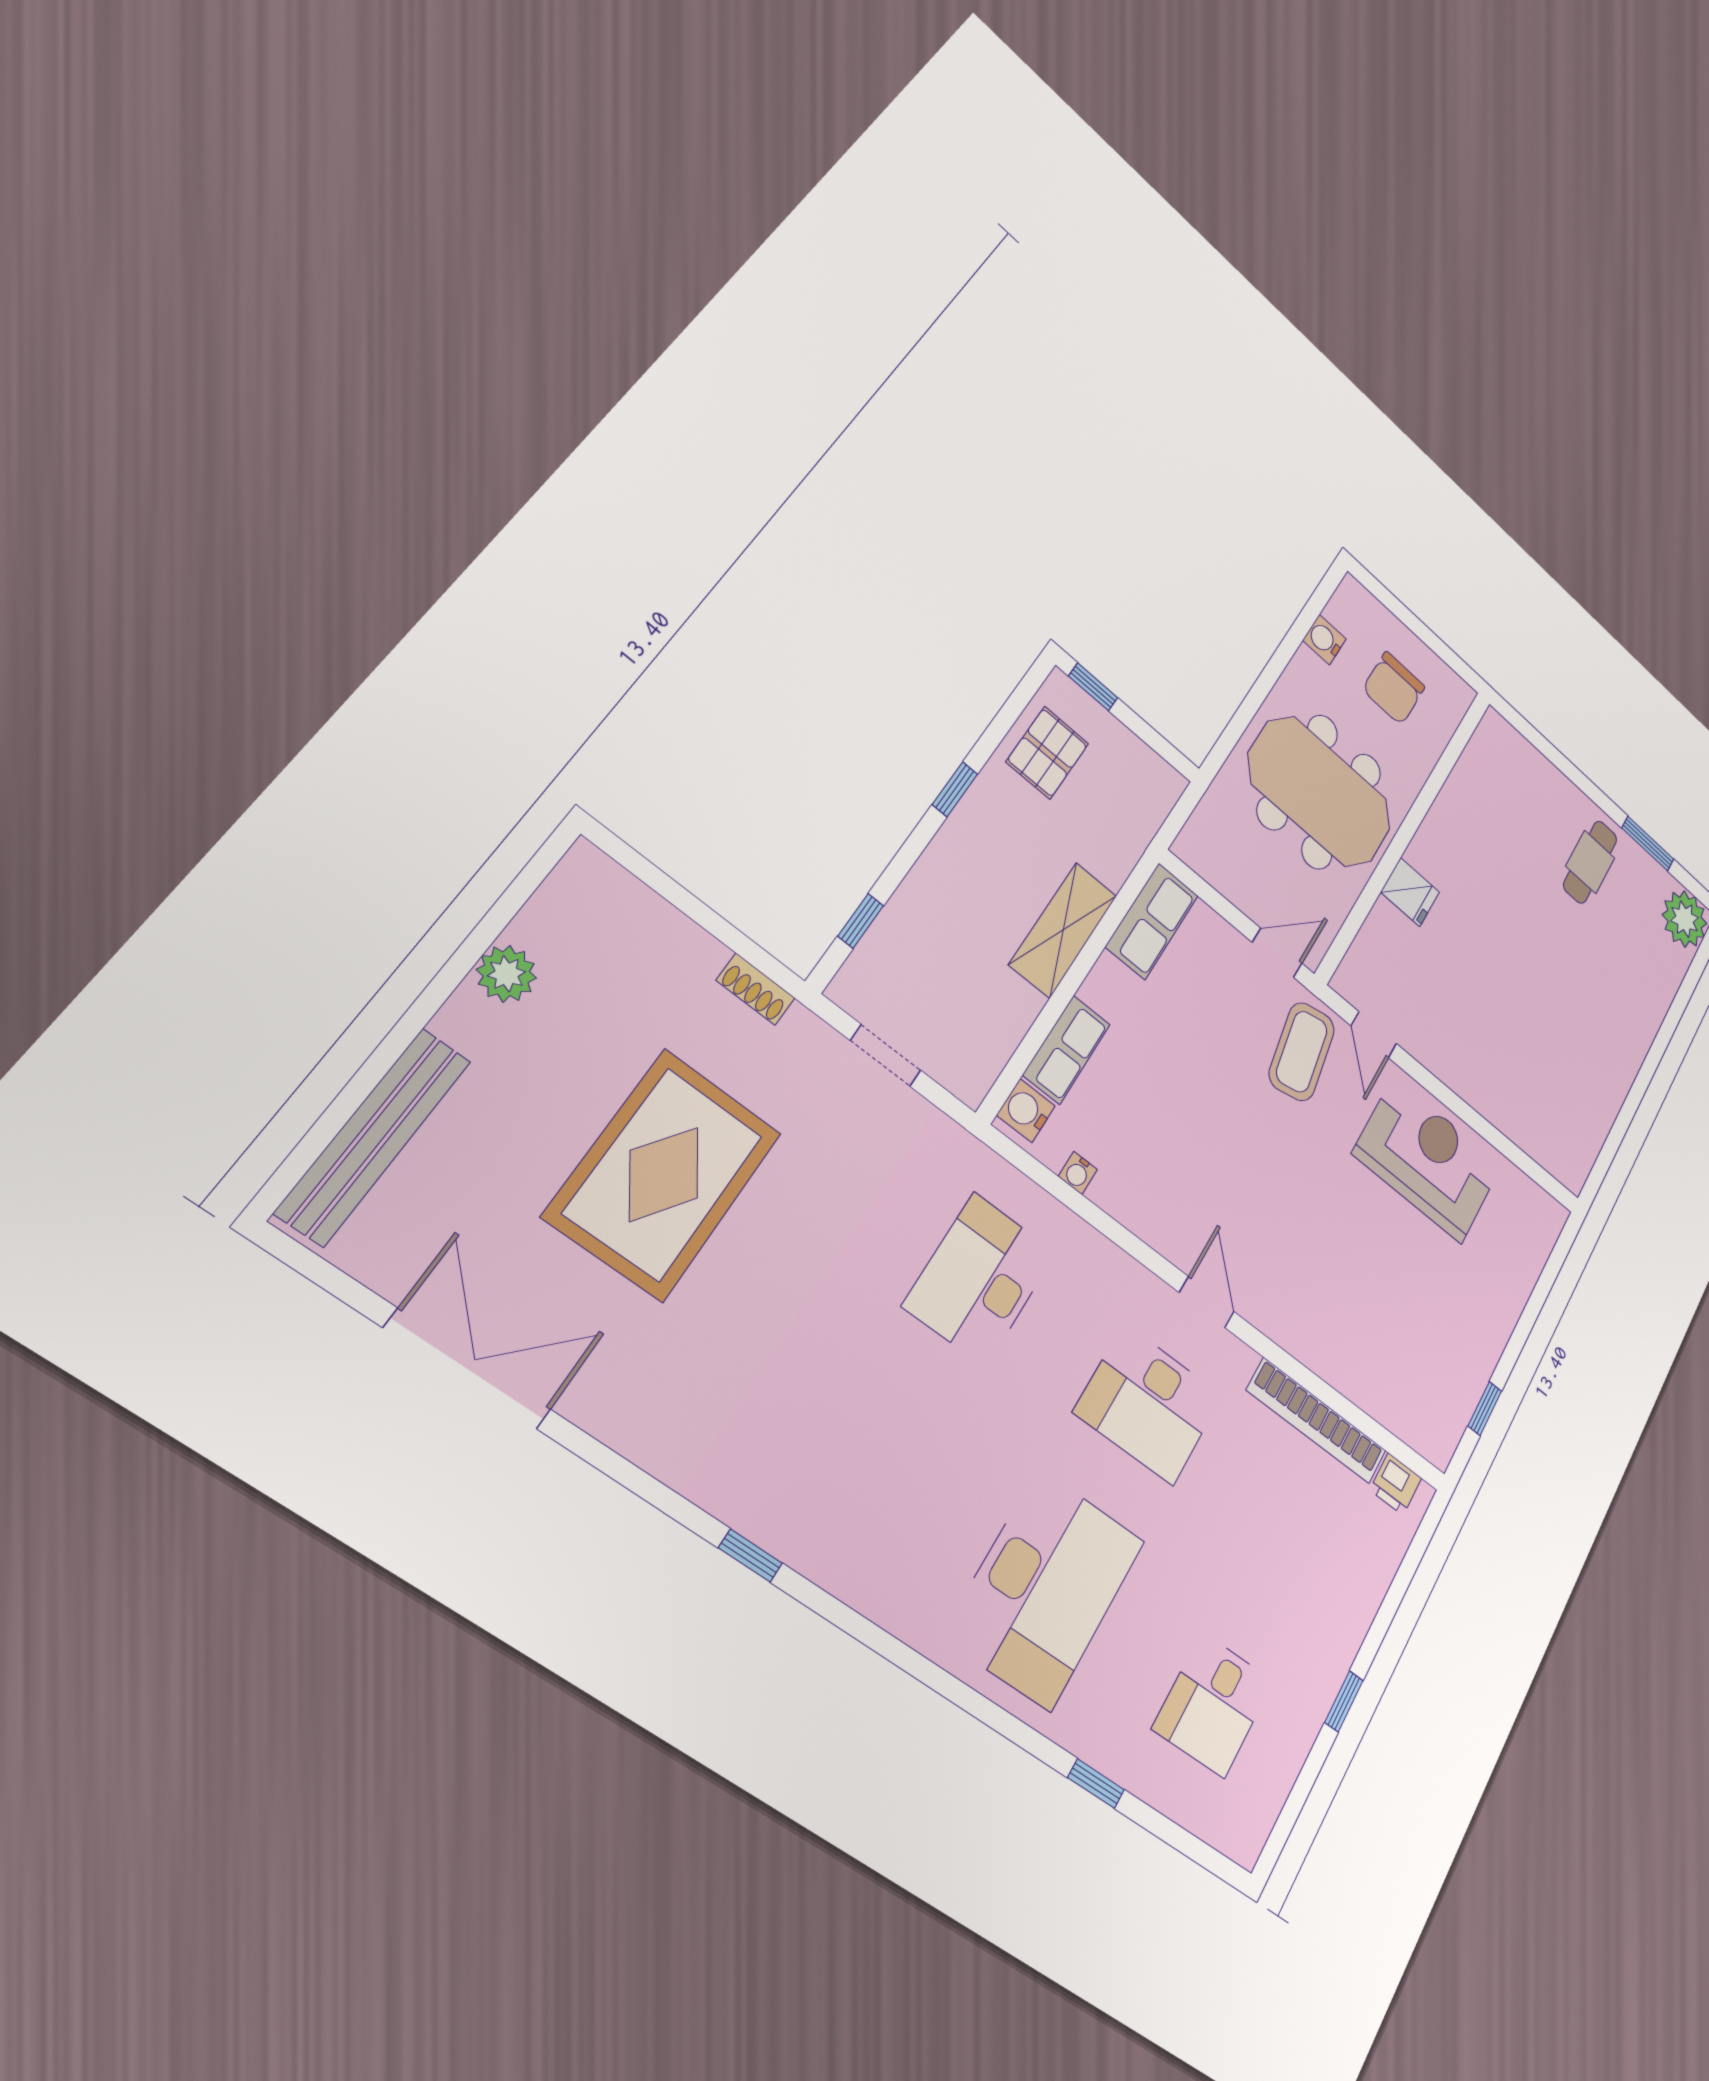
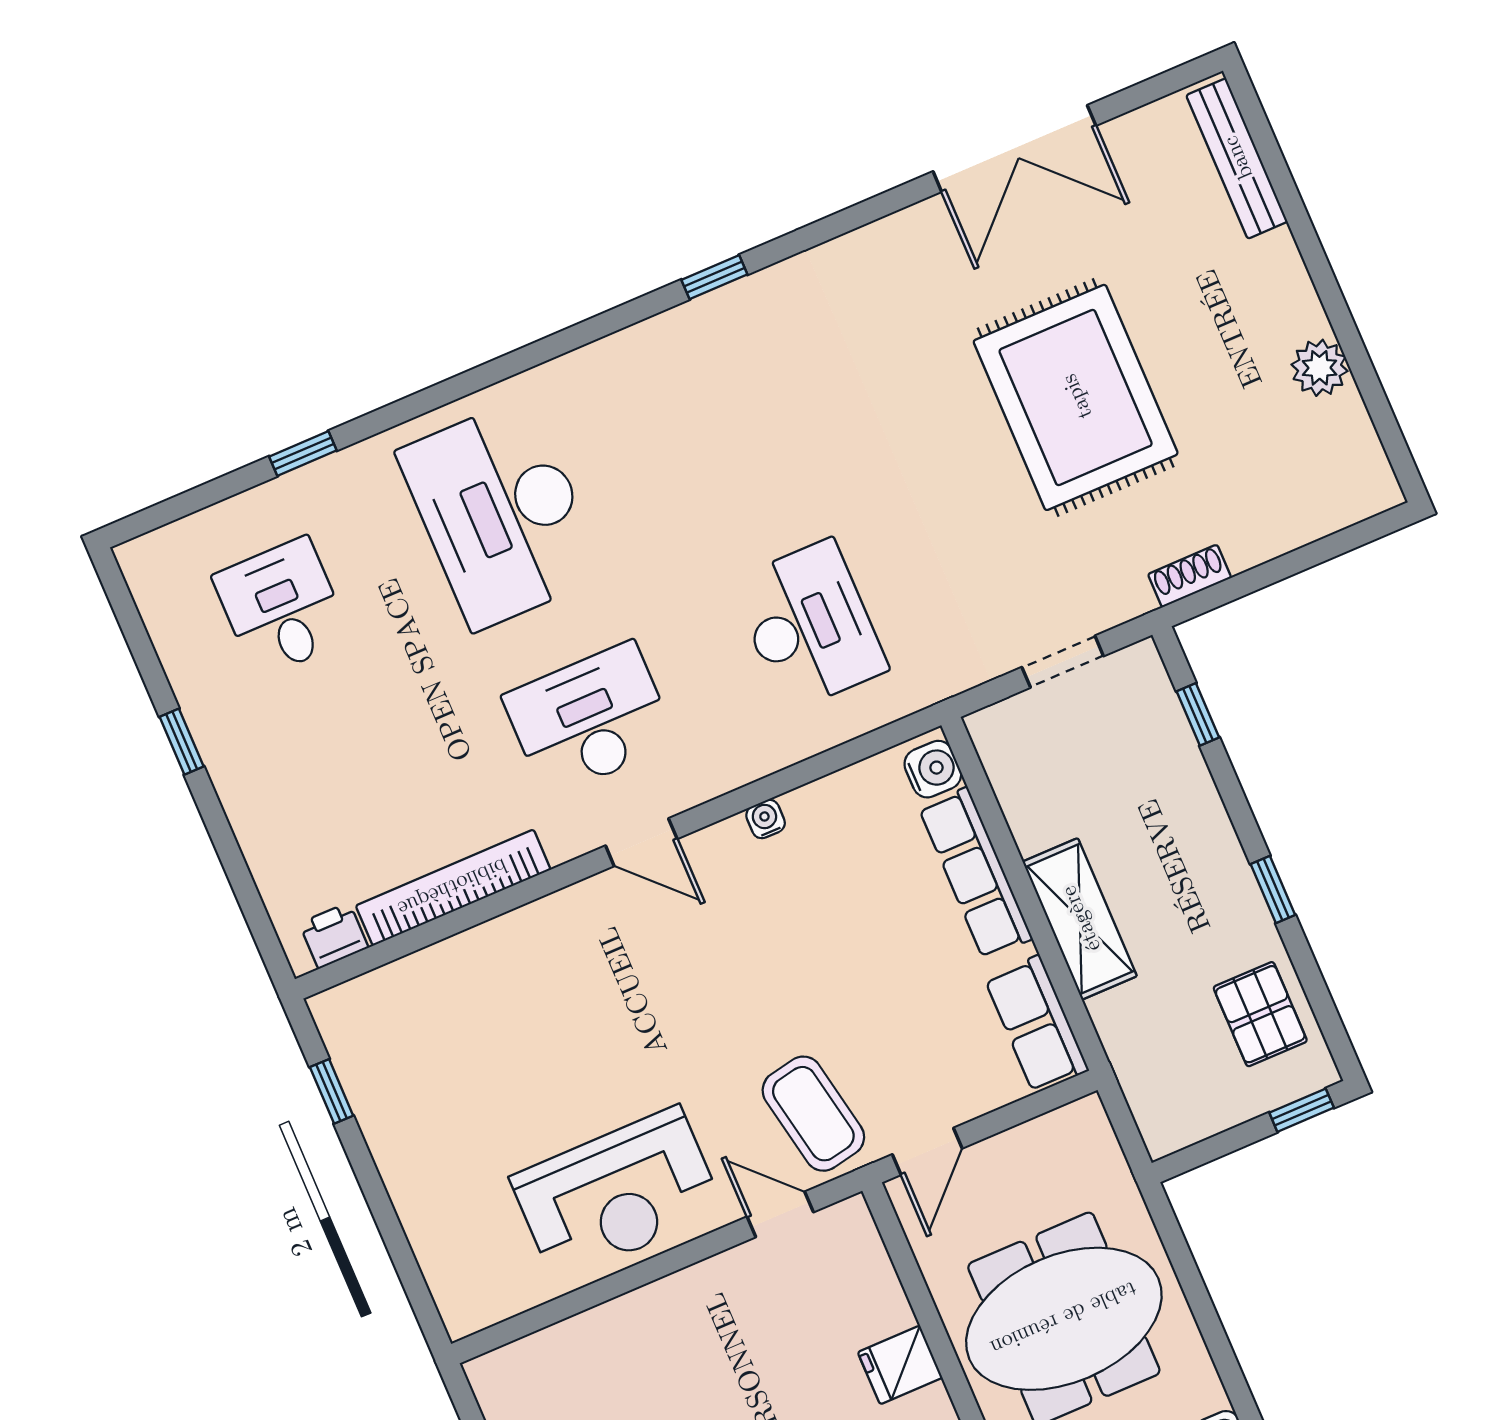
row of seats: (1067, 1050) -> (975, 873), width x1.48
bench: (374, 1136) -> (1237, 158), width x0.73, depth x0.82
water cooler: (1078, 1173) -> (766, 819), moved

